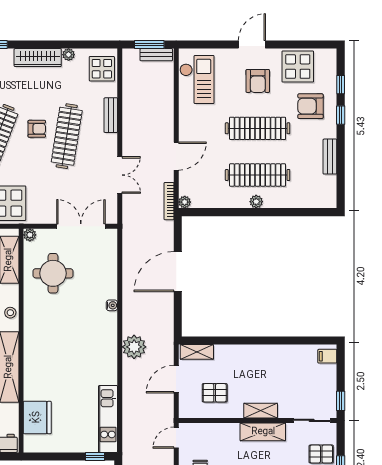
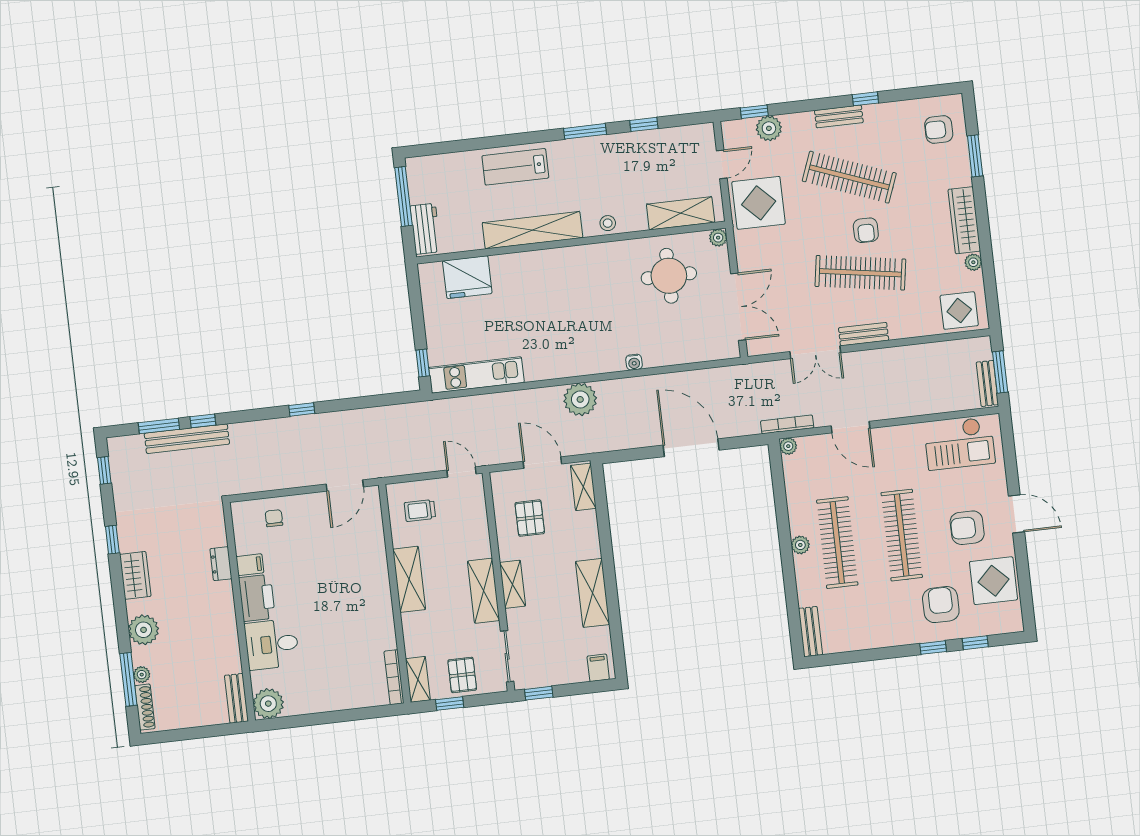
bench: (111, 115) -> (864, 334), moved
bench: (330, 157) -> (811, 632), moved, turned 90
shelving: (273, 354) -> (593, 593), added

